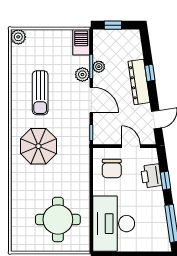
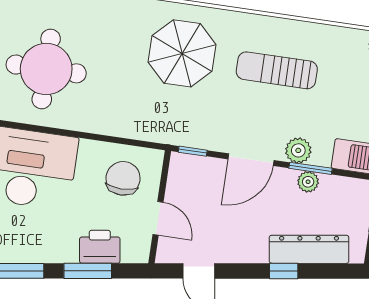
dresser: (139, 82) -> (309, 249), moved
door: (131, 146) -> (158, 218), hinge flipped
chair: (112, 169) -> (123, 178), turned 90
window: (165, 181) -> (88, 271), width x1.50

